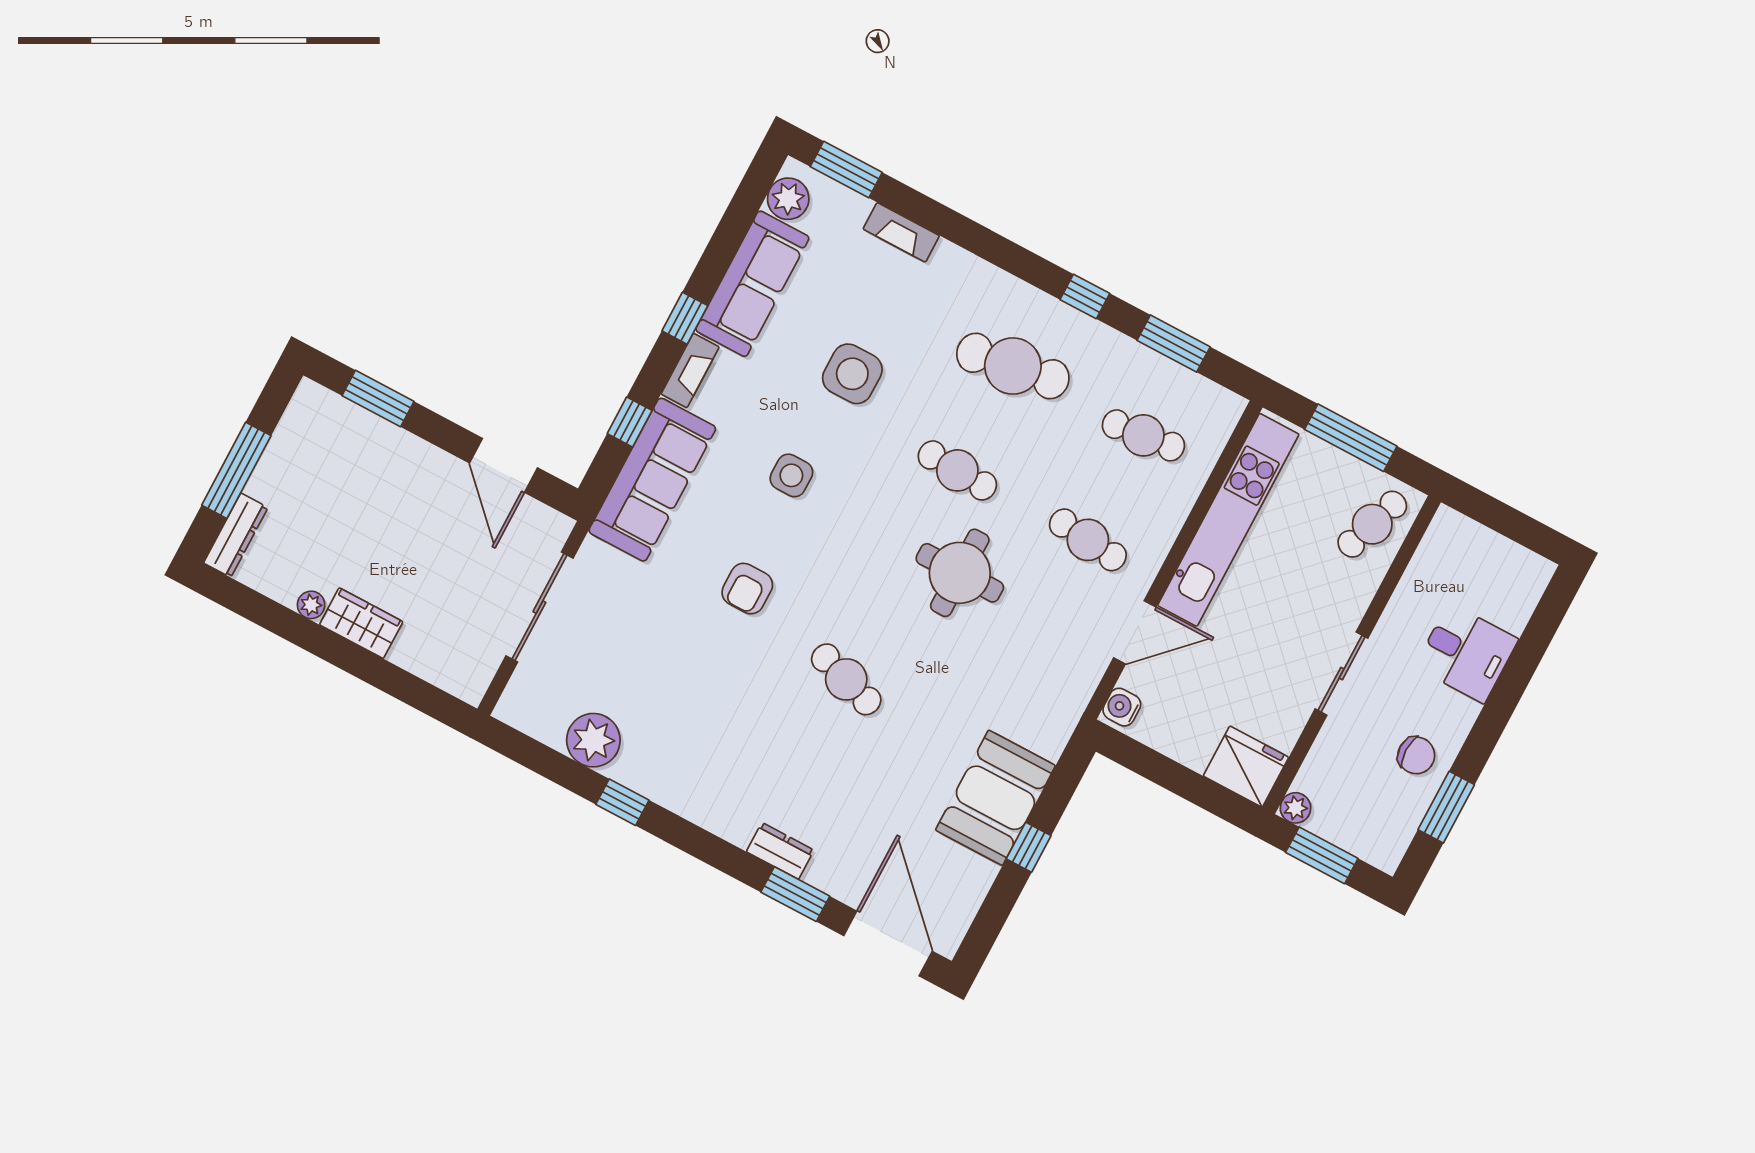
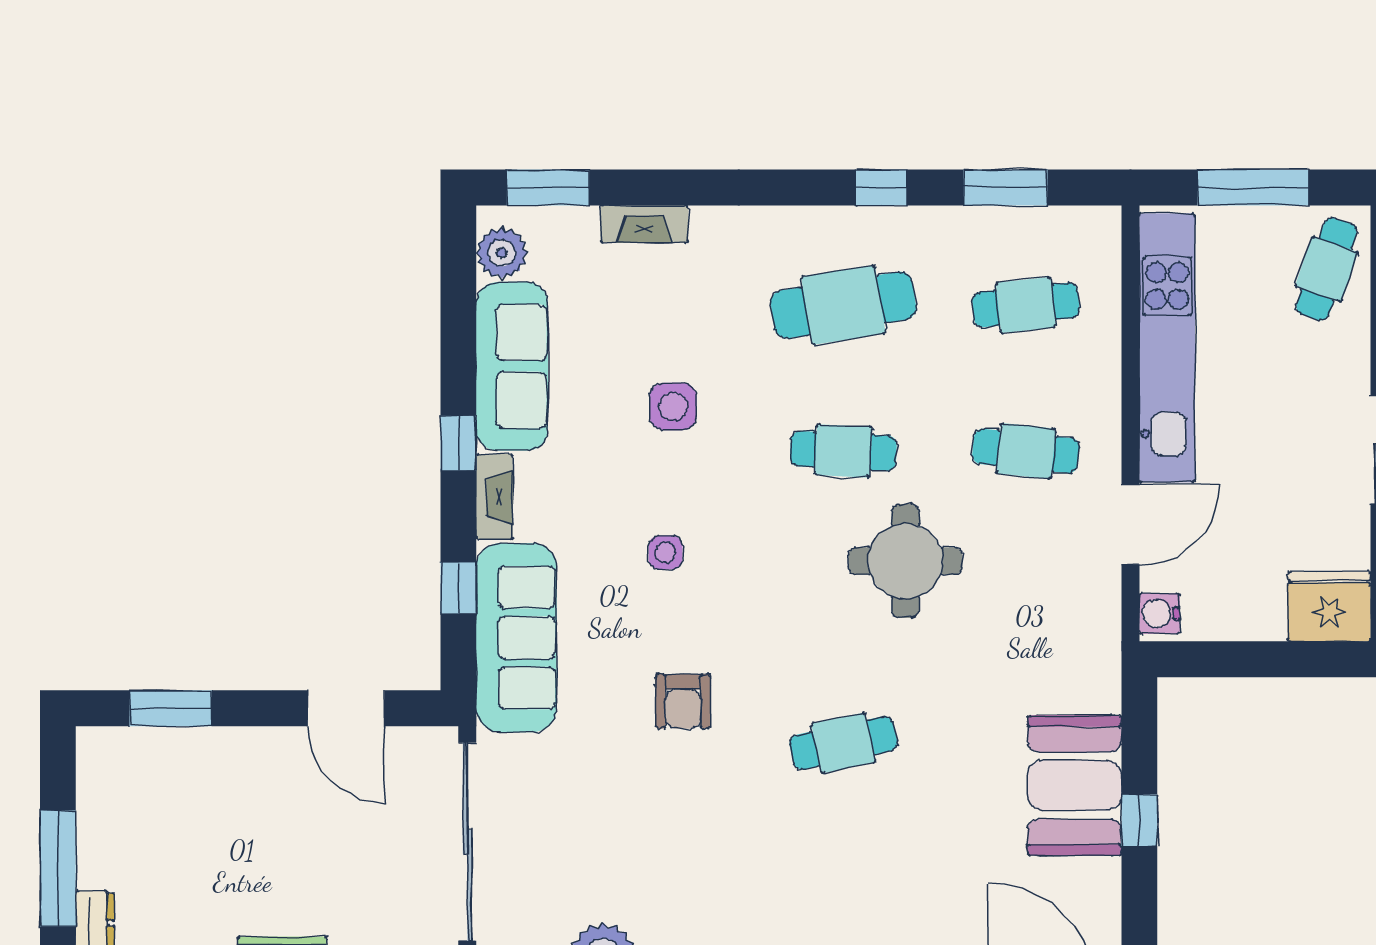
side table: (852, 374) -> (673, 406), width x0.73, depth x0.73
side table: (791, 475) -> (666, 552), width x0.73, depth x0.73
sliding door: (539, 607) -> (467, 842), width x1.36
cafe table: (846, 679) -> (843, 743), turned -30

